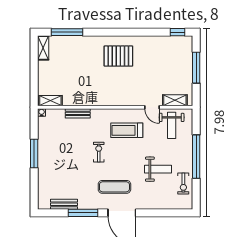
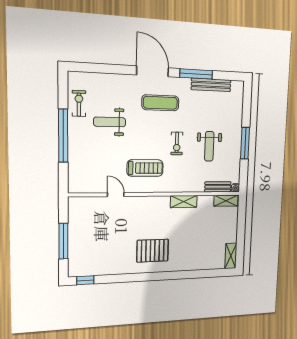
window: (67, 32) -> (206, 274), removed
shelving: (175, 100) -> (184, 202), moved
bench: (78, 113) -> (218, 187), moved
weight bench: (172, 125) -> (209, 146), moved, turned 180
bench: (64, 204) -> (211, 85), width x1.36

